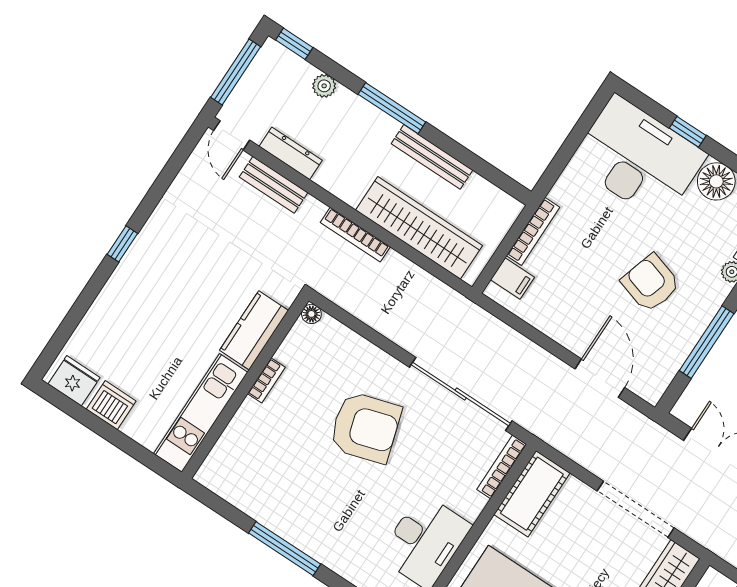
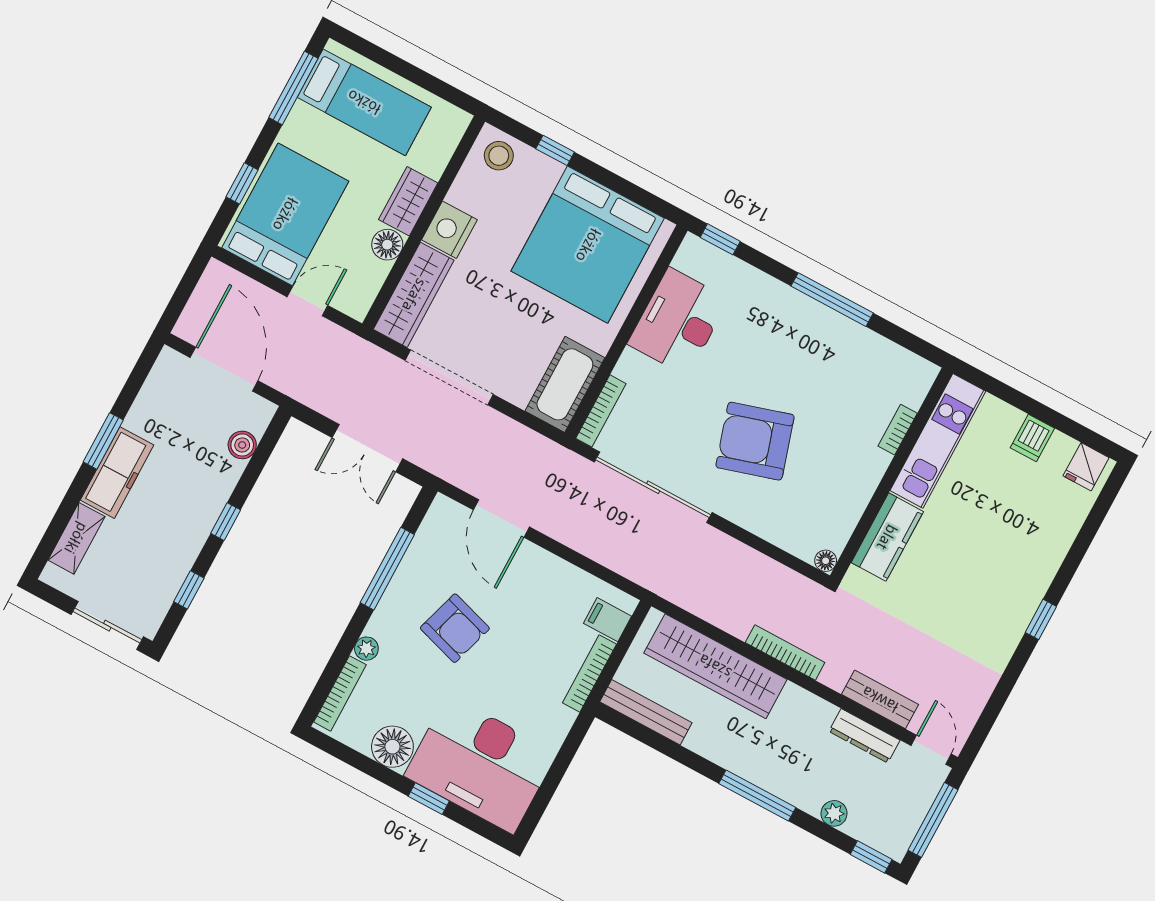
bench: (432, 157) -> (646, 712), moved
bookcase: (266, 380) -> (898, 430), moved
fridge: (74, 381) -> (1086, 467), width x0.72
dishwasher: (111, 405) -> (1032, 438), width x0.73

